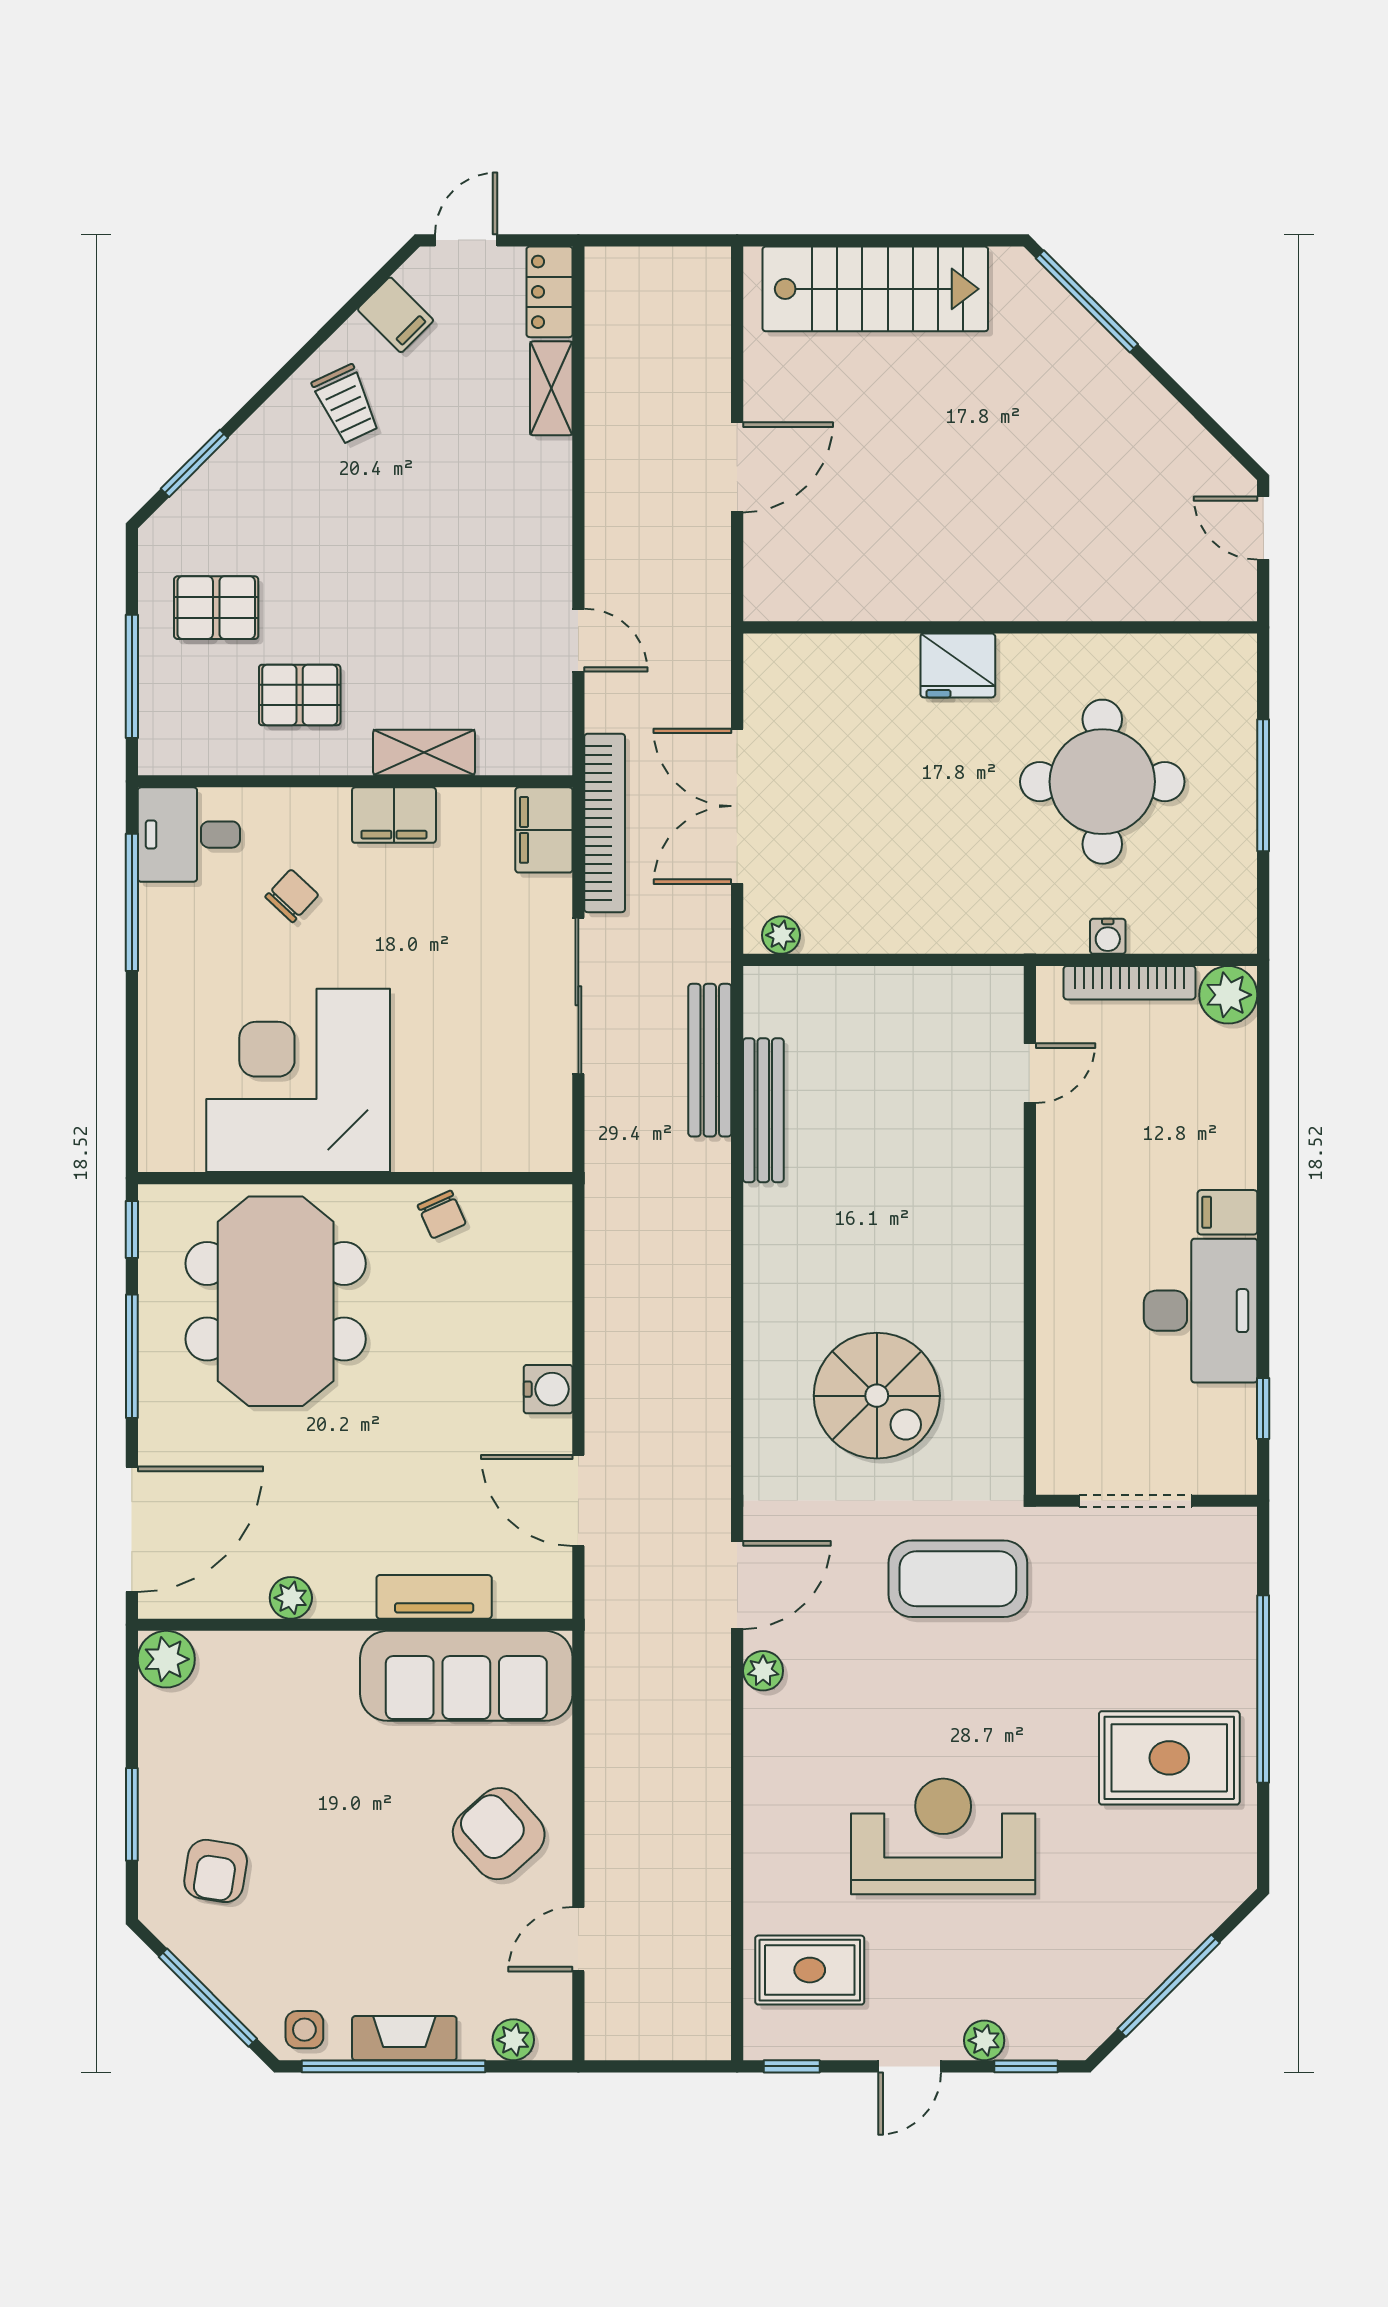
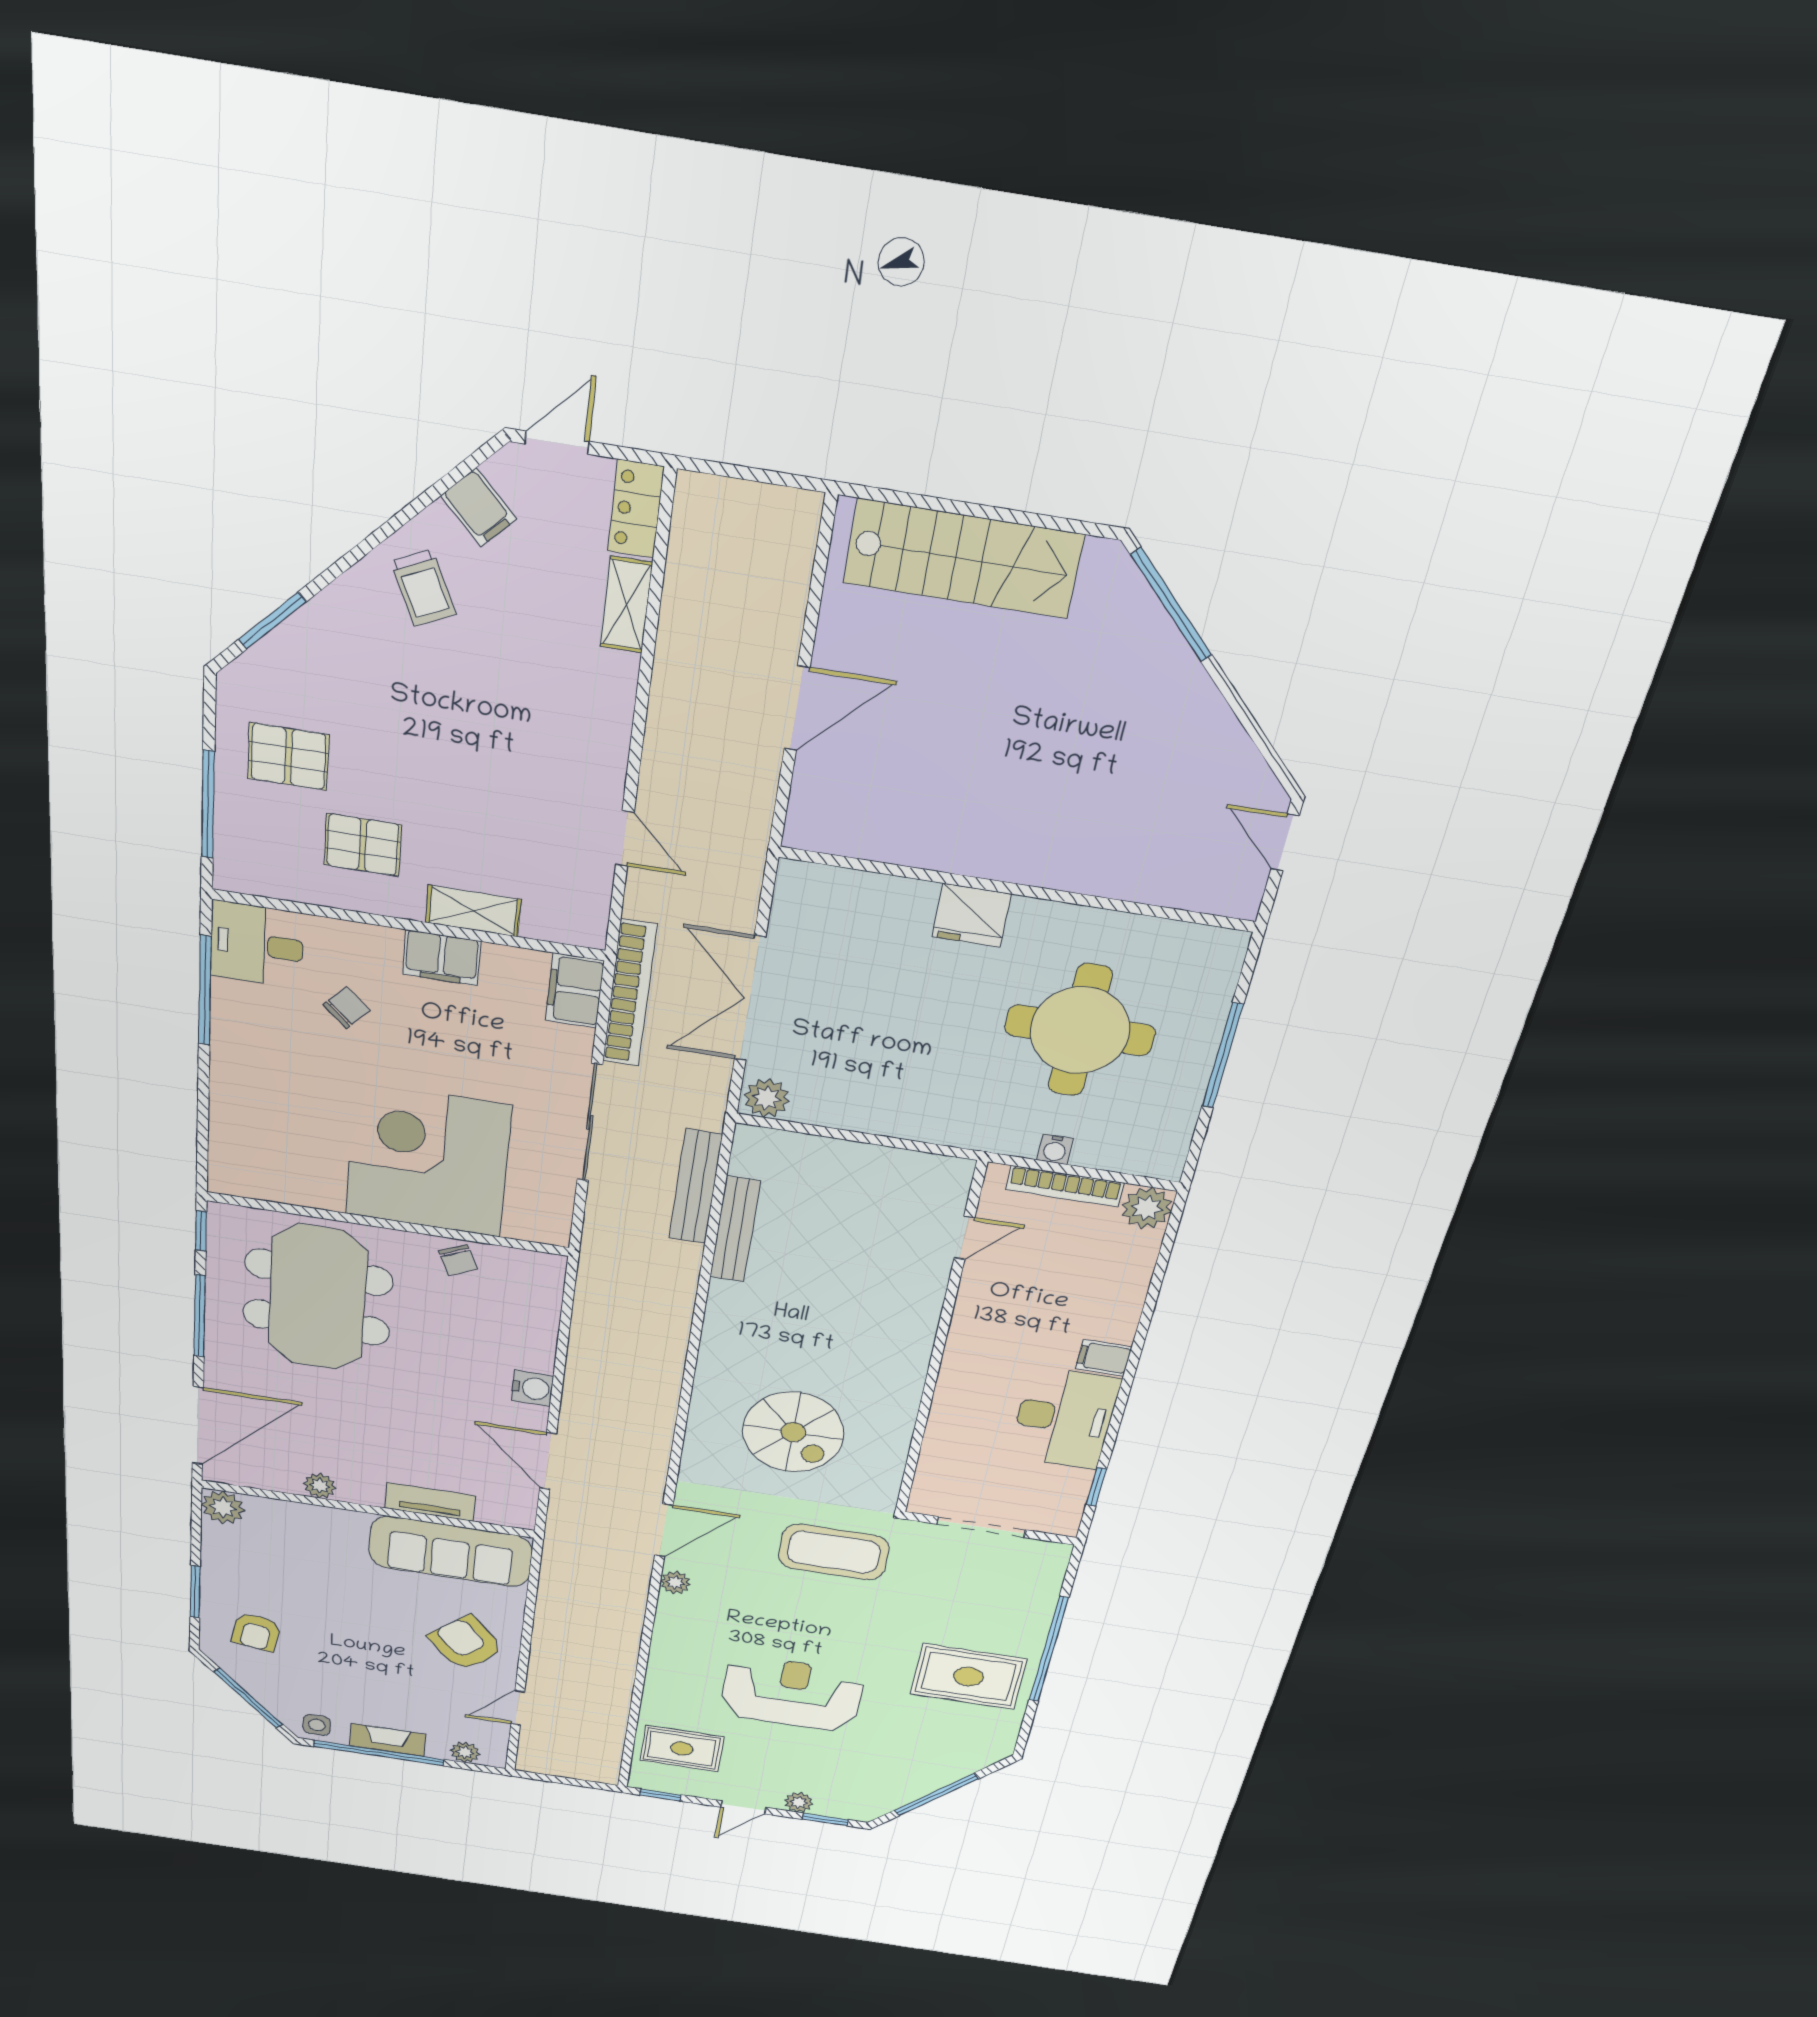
plant: (781, 935) -> (767, 1098), width x1.38, depth x1.38
corner desk: (298, 1080) -> (428, 1160), moved

